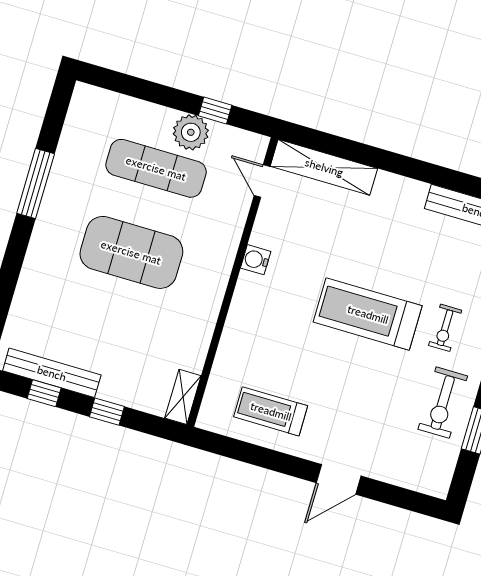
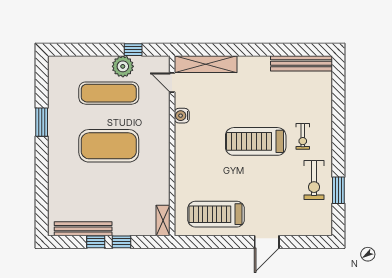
window: (36, 183) -> (42, 122), width x0.69
water cooler: (256, 260) -> (182, 116), moved
window: (44, 393) -> (96, 242), moved
treadmill: (271, 411) -> (216, 214), width x1.37, depth x1.37

